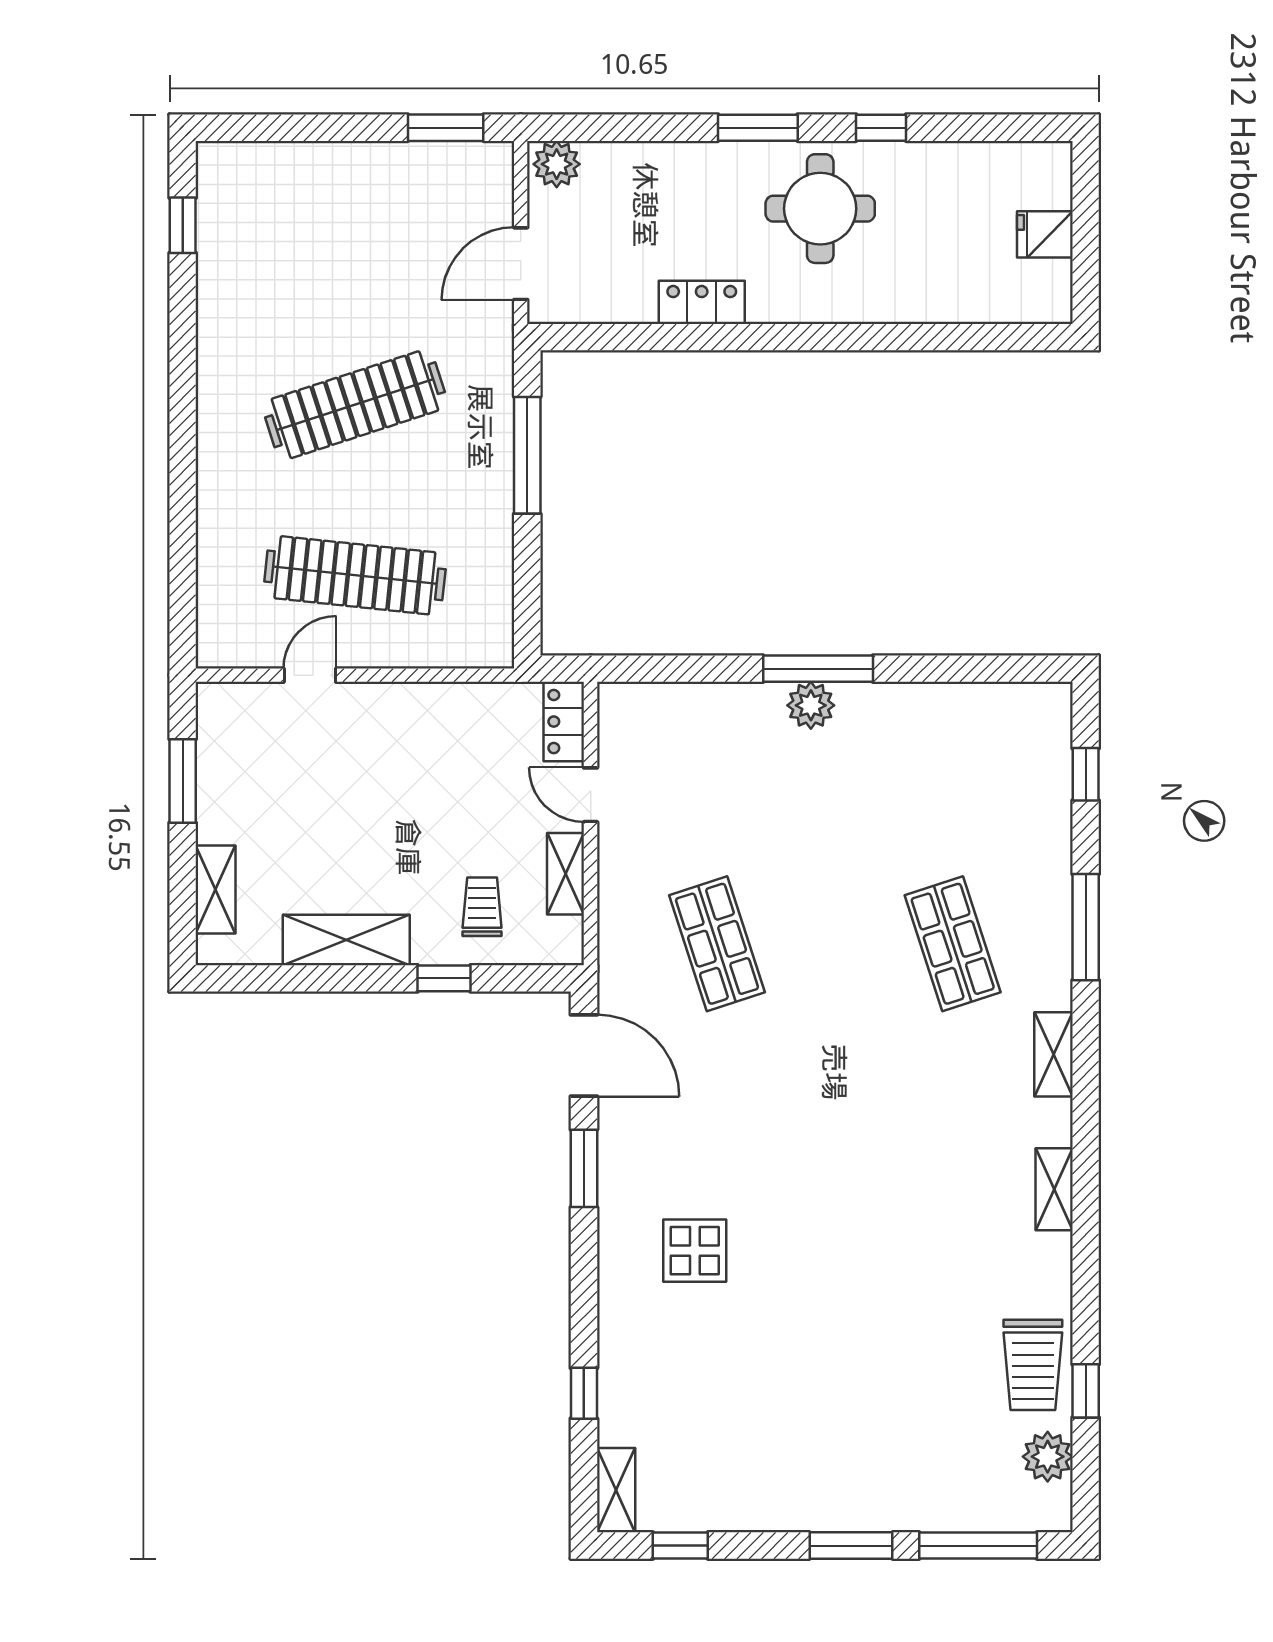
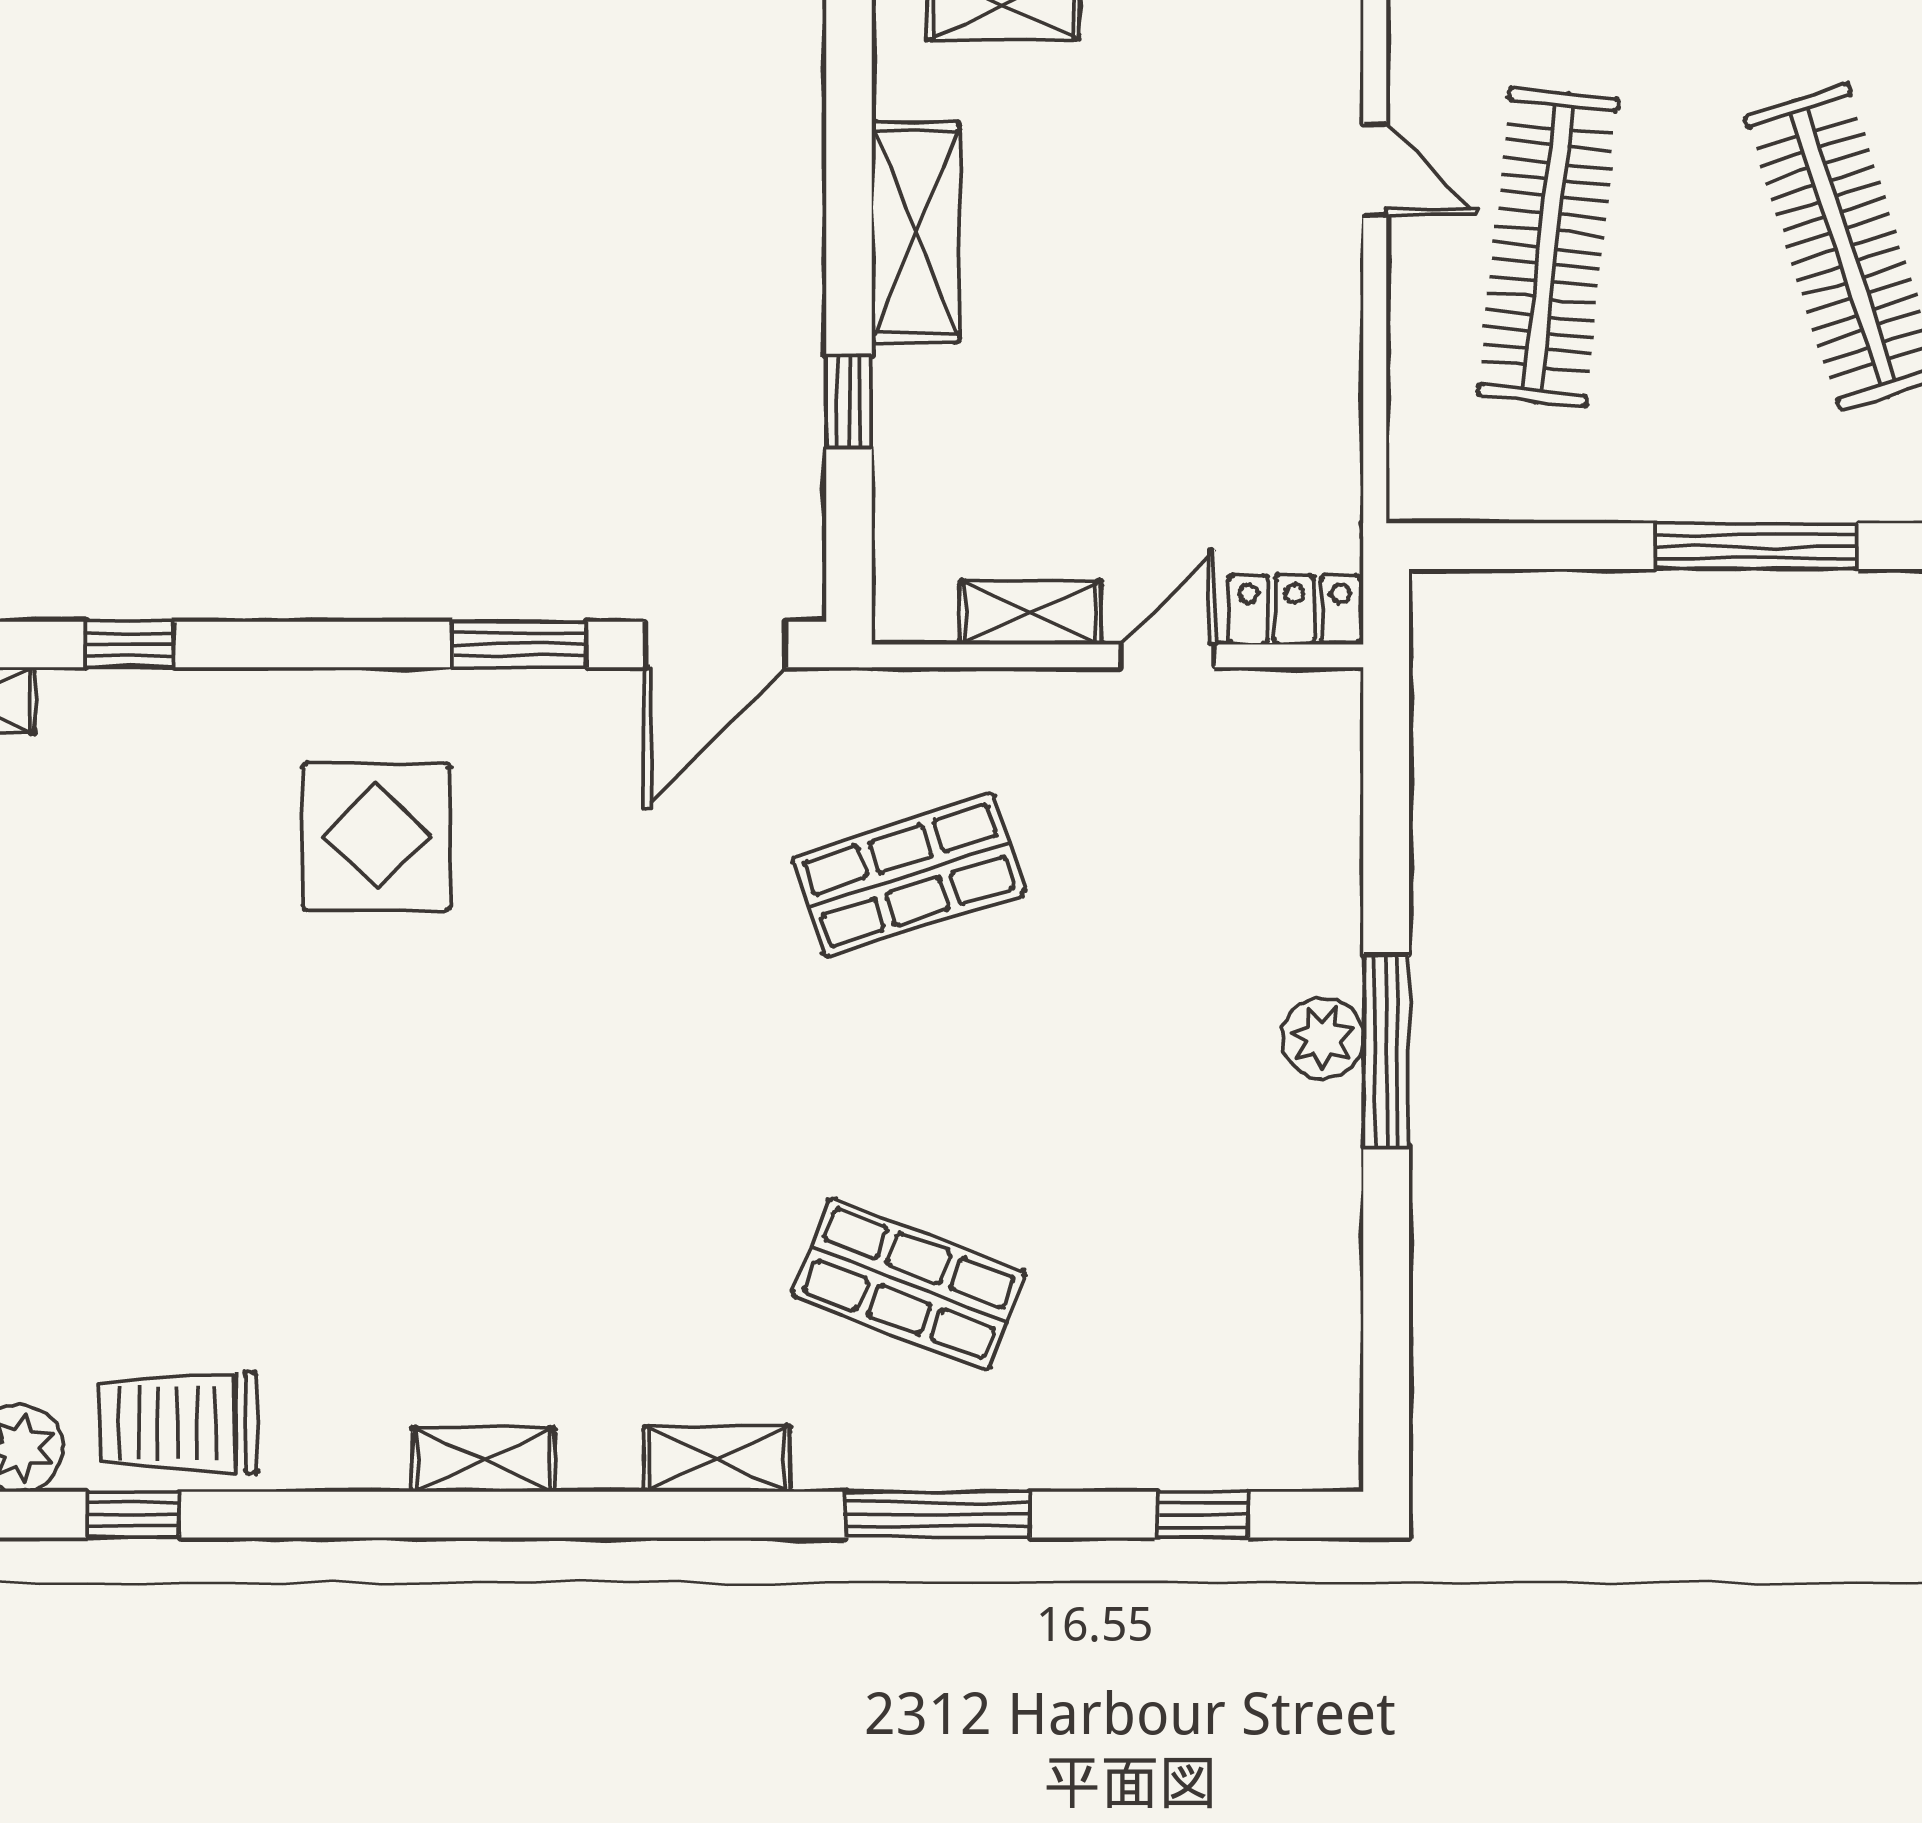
trolley: (482, 907) -> (973, 468), removed
shop shelf: (953, 944) -> (909, 1284), turned 39
display table: (695, 1251) -> (377, 837), width x1.36, depth x1.36

